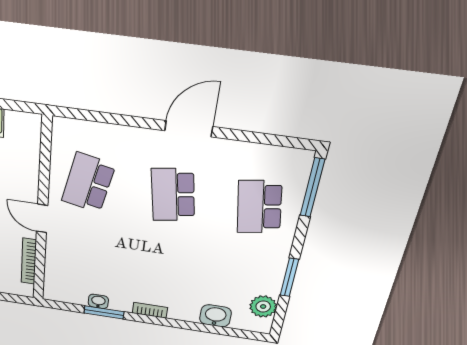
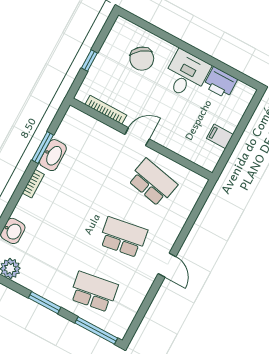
door: (189, 129) -> (167, 265), width x0.73
window: (289, 277) -> (45, 303), moved
washbasin: (98, 301) -> (53, 155), width x1.91, depth x1.45

